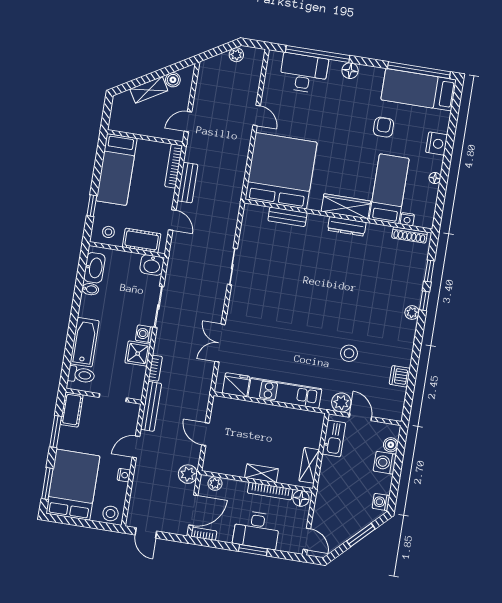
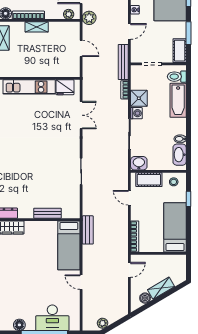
bed: (281, 171) -> (69, 245), width x0.49
bench: (188, 183) -> (88, 230), moved

